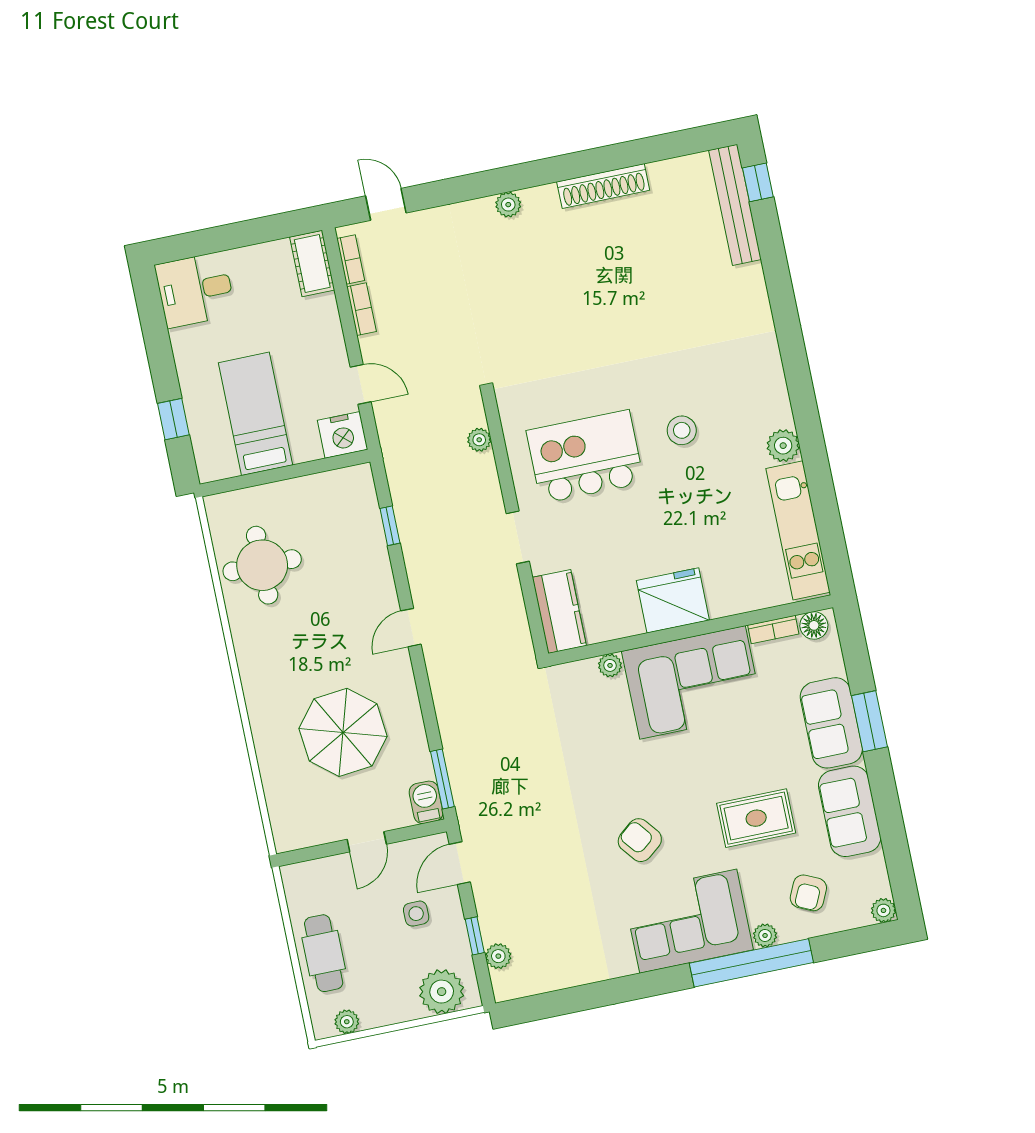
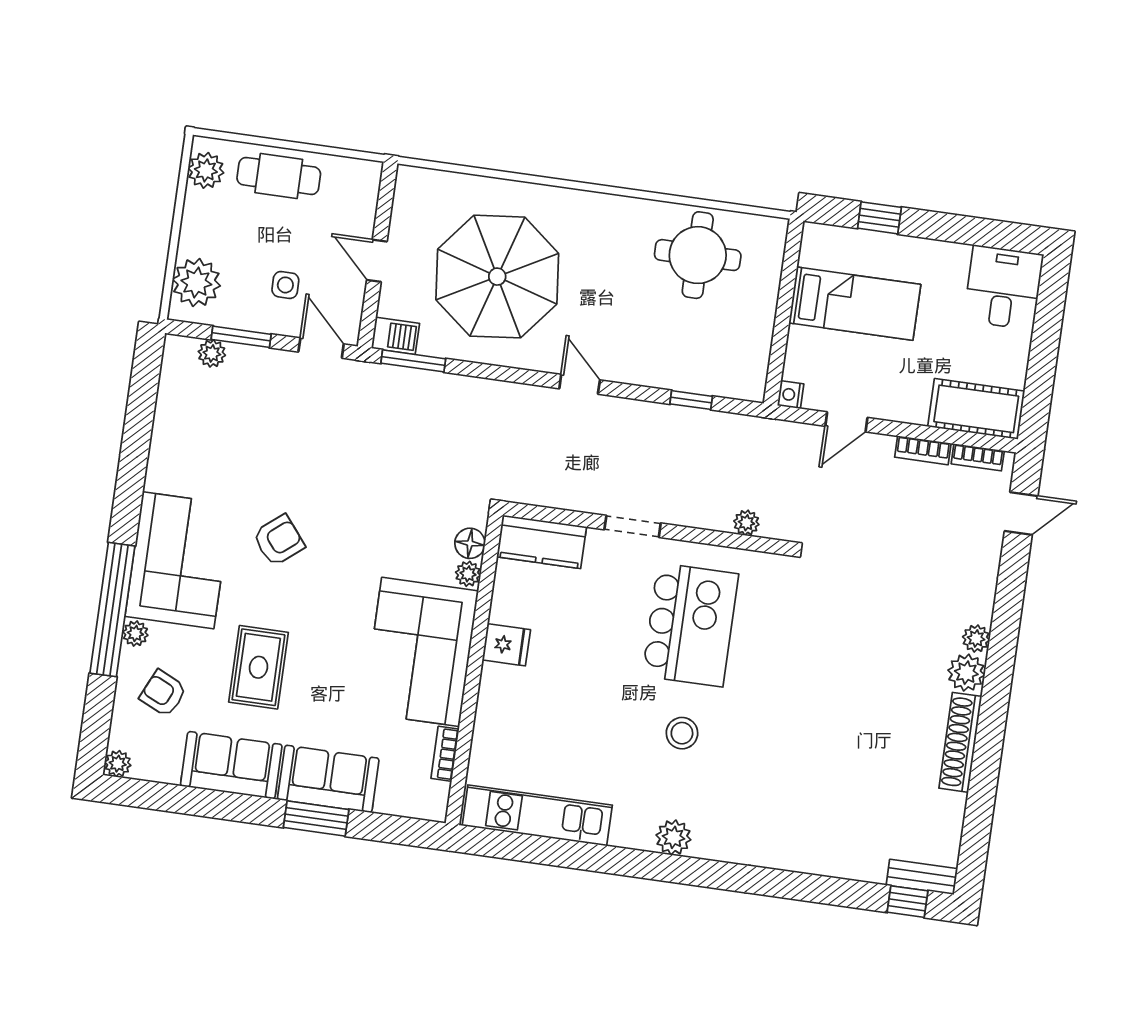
plant: (541, 202) -> (966, 673), added
bench: (735, 205) -> (922, 877), width x0.54, depth x0.82
cot: (312, 264) -> (976, 409), width x1.37, depth x1.34
nightstand: (343, 435) -> (791, 395), width x0.53, depth x0.56
plant: (783, 446) -> (673, 837), moved
fridge: (673, 600) -> (506, 645), width x0.53, depth x0.75
floor lamp: (814, 625) -> (470, 543), moved
parasol: (343, 732) -> (497, 277), width x1.36, depth x1.36
window: (475, 936) -> (241, 337), width x1.50
plant: (347, 1022) -> (206, 170), width x1.38, depth x1.38

